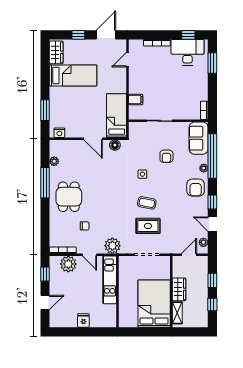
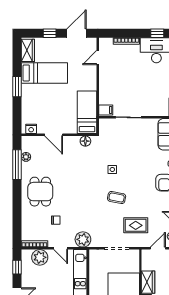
filing cabinet: (136, 100) -> (106, 110), moved
window: (45, 110) -> (17, 87), moved
door: (93, 139) -> (54, 135), moved
armchair: (166, 156) -> (136, 152), removed
window: (45, 183) -> (17, 165), moved
rug: (148, 226) -> (136, 225), moved

